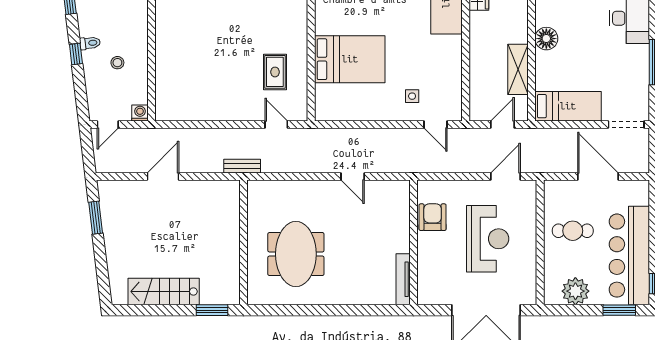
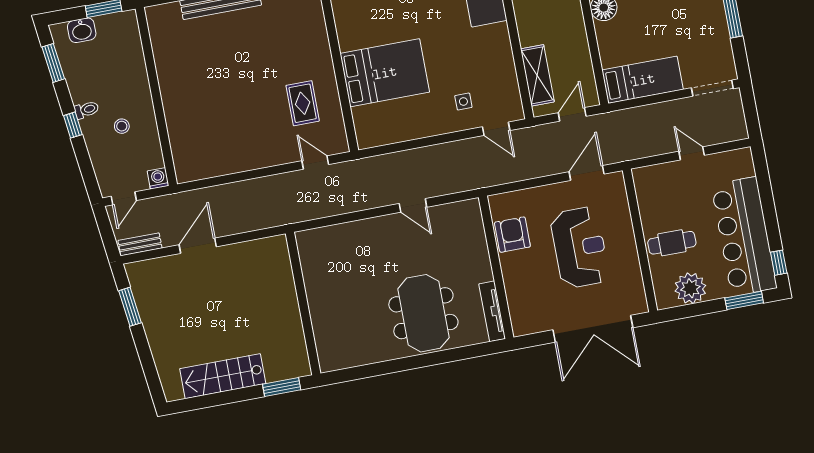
shelving: (518, 69) -> (537, 75), moved
bench: (242, 166) -> (140, 244), moved
door: (598, 177) -> (692, 153), width x0.53
cafe table: (573, 231) -> (672, 243), moved
meeting table: (296, 254) -> (423, 313), moved

